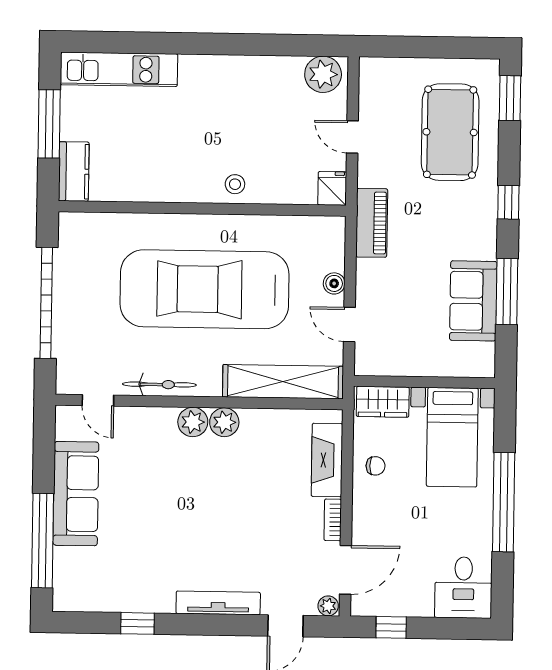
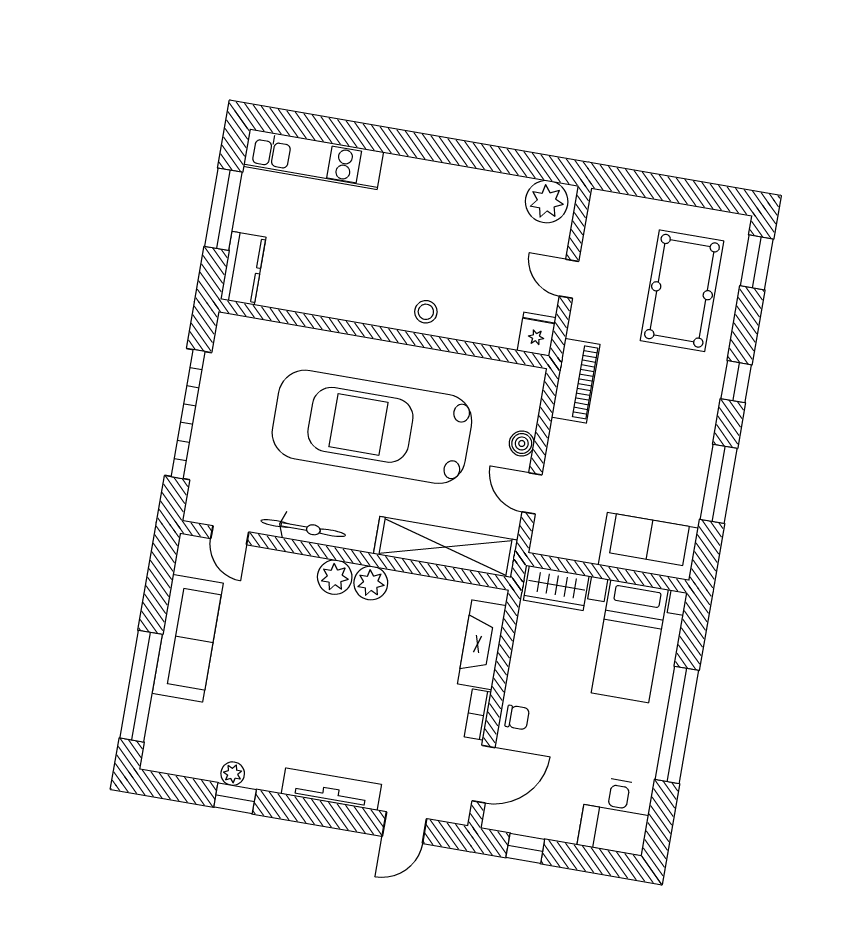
sofa: (473, 301) -> (648, 547), moved, turned 90
chair: (376, 466) -> (517, 717), moved
plant: (328, 606) -> (233, 774), moved

